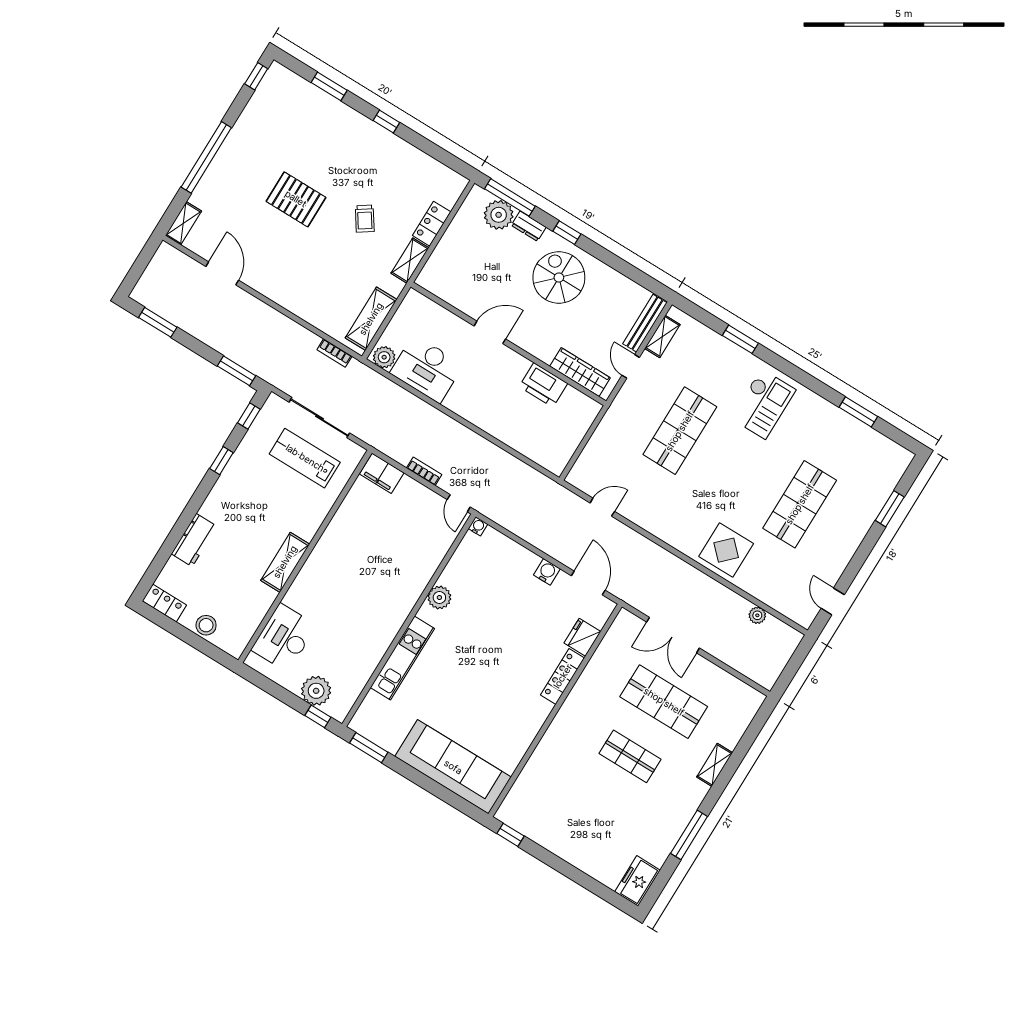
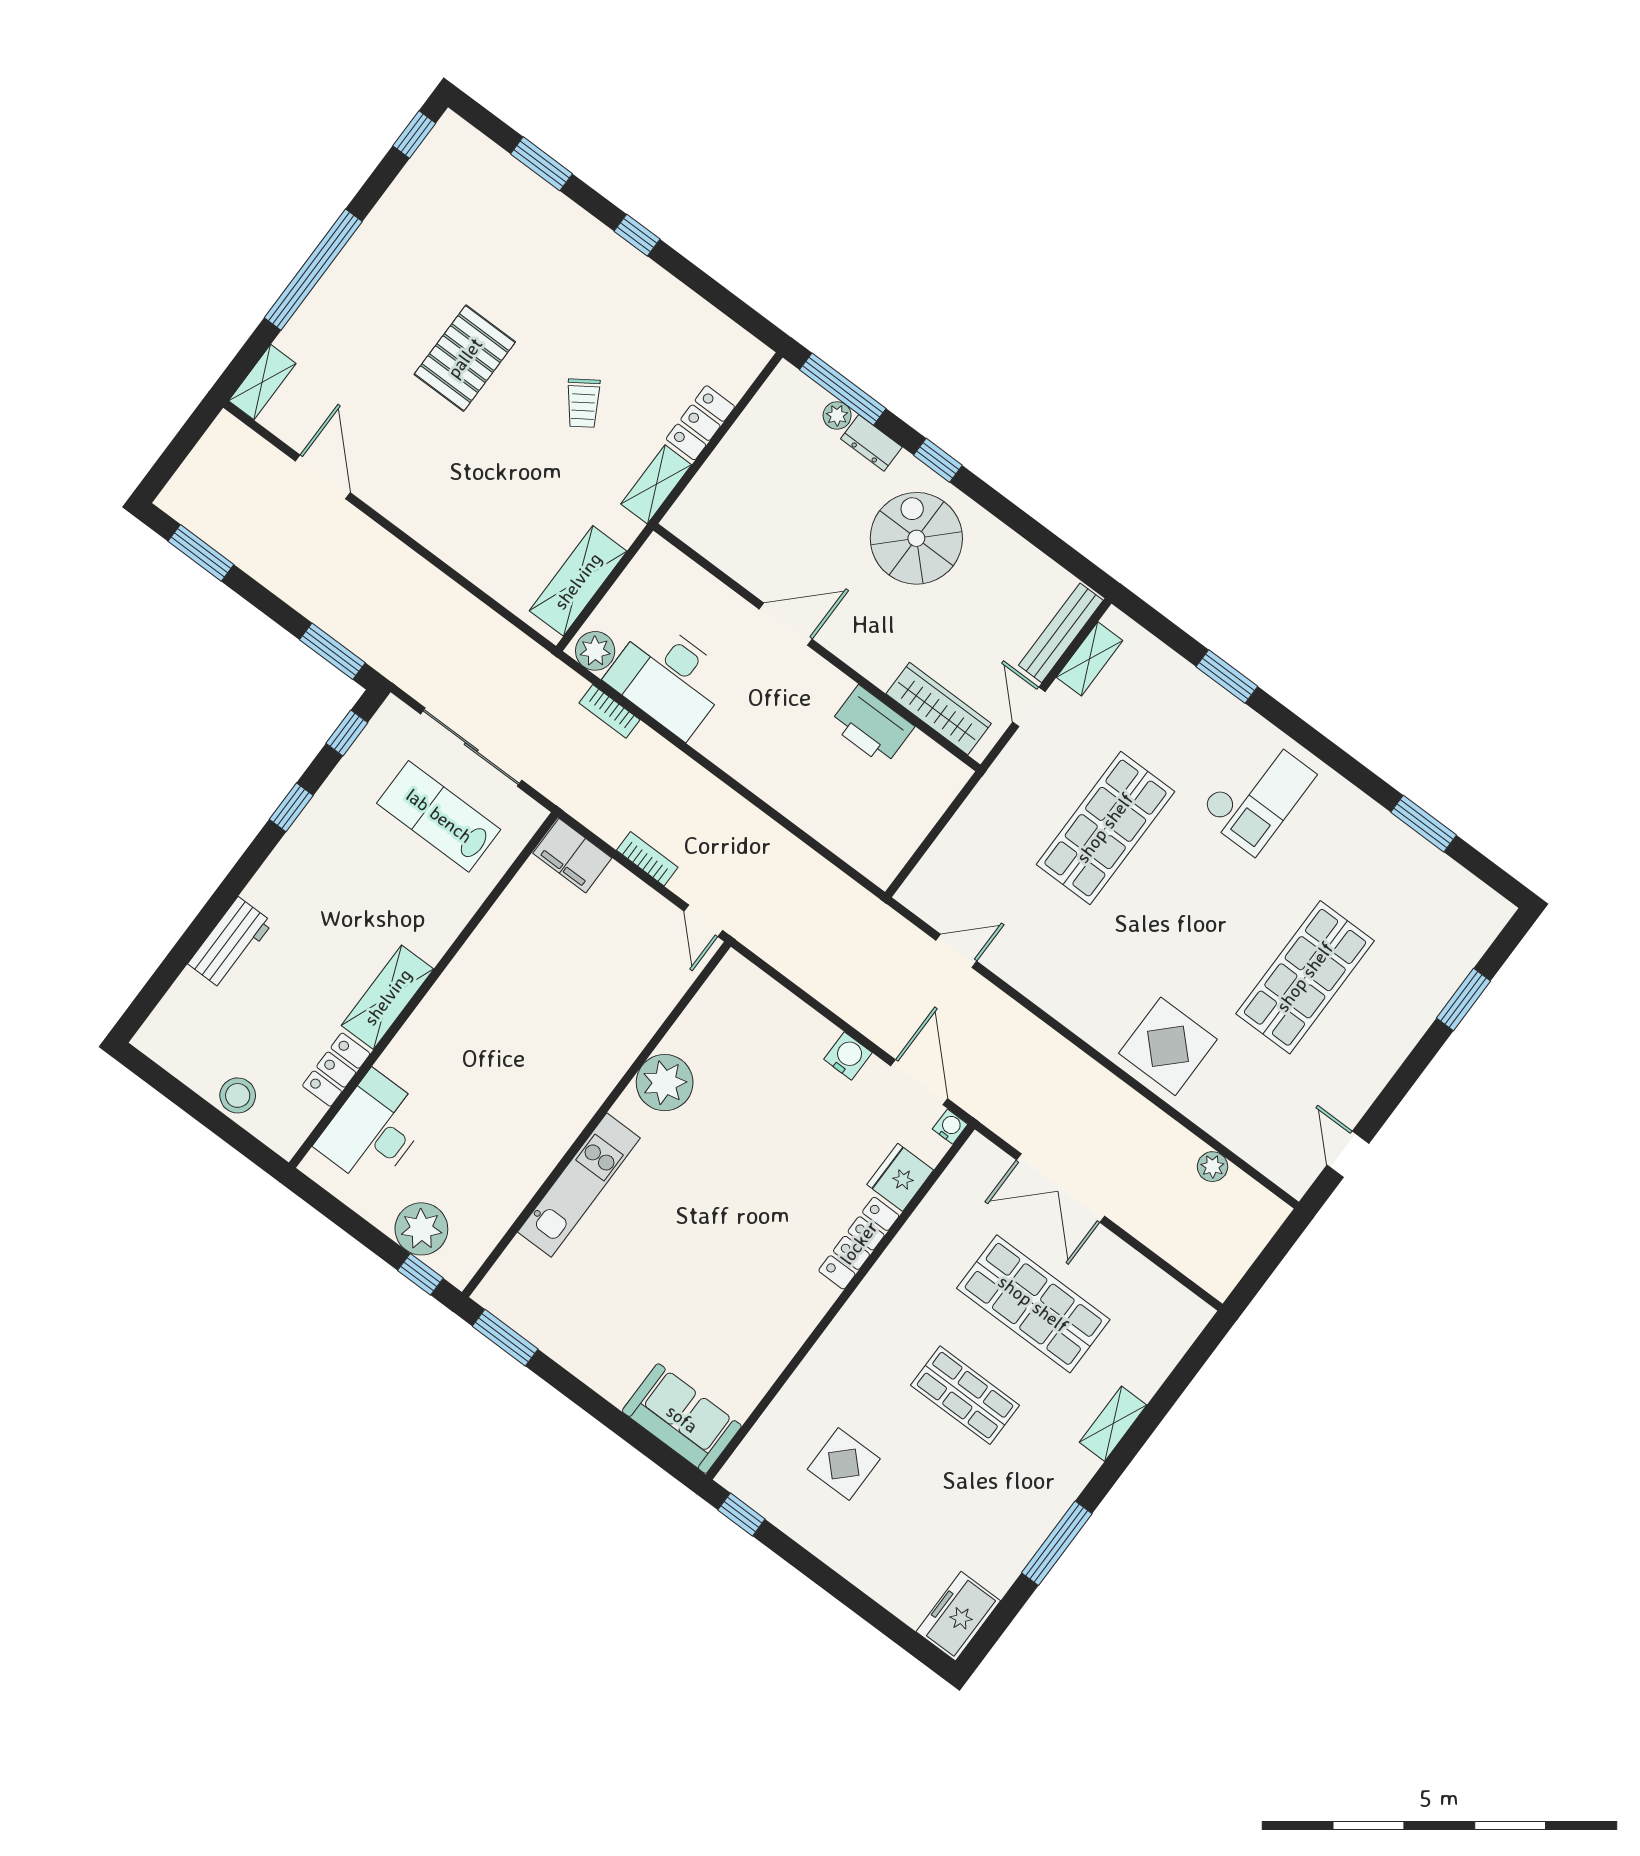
pallet: (296, 199) -> (465, 358), turned 90
plant: (499, 215) -> (837, 415), width x0.53, depth x0.53
bookcase: (334, 353) -> (609, 711), moved
water cooler: (478, 526) -> (950, 1127), moved
plant: (439, 598) -> (665, 1083), width x1.36, depth x1.36
locker: (164, 603) -> (336, 1070), moved, turned -90
sofa: (453, 767) -> (682, 1419), width x0.54, depth x0.79
display table: (565, 801) -> (844, 1464), added

